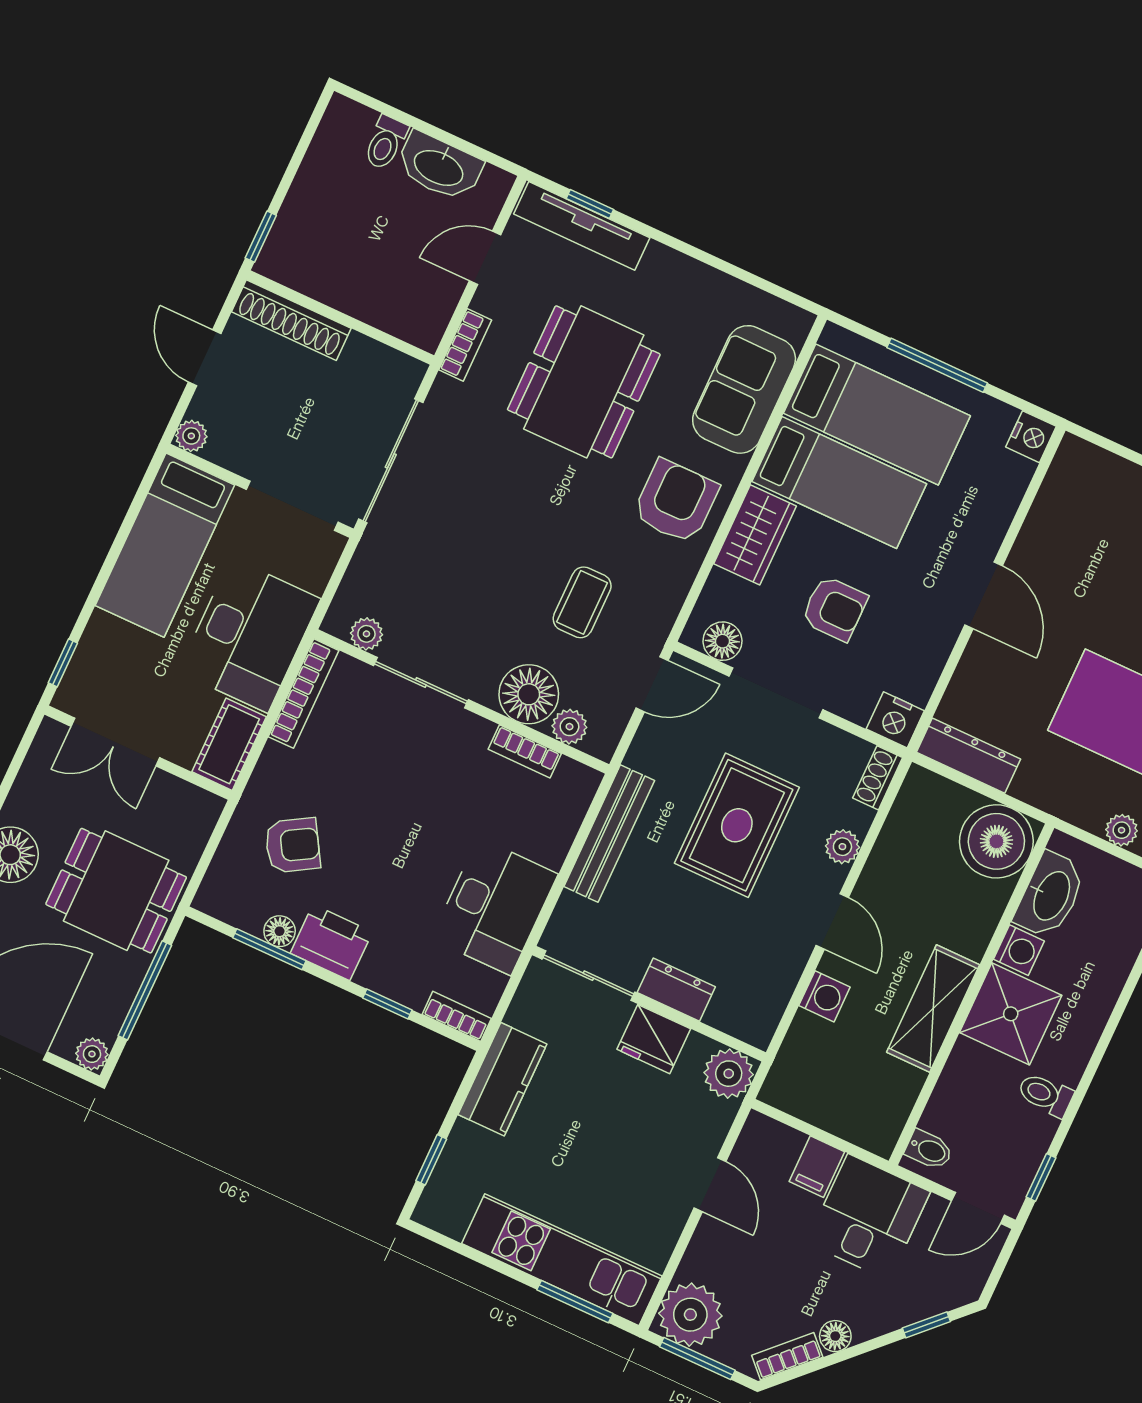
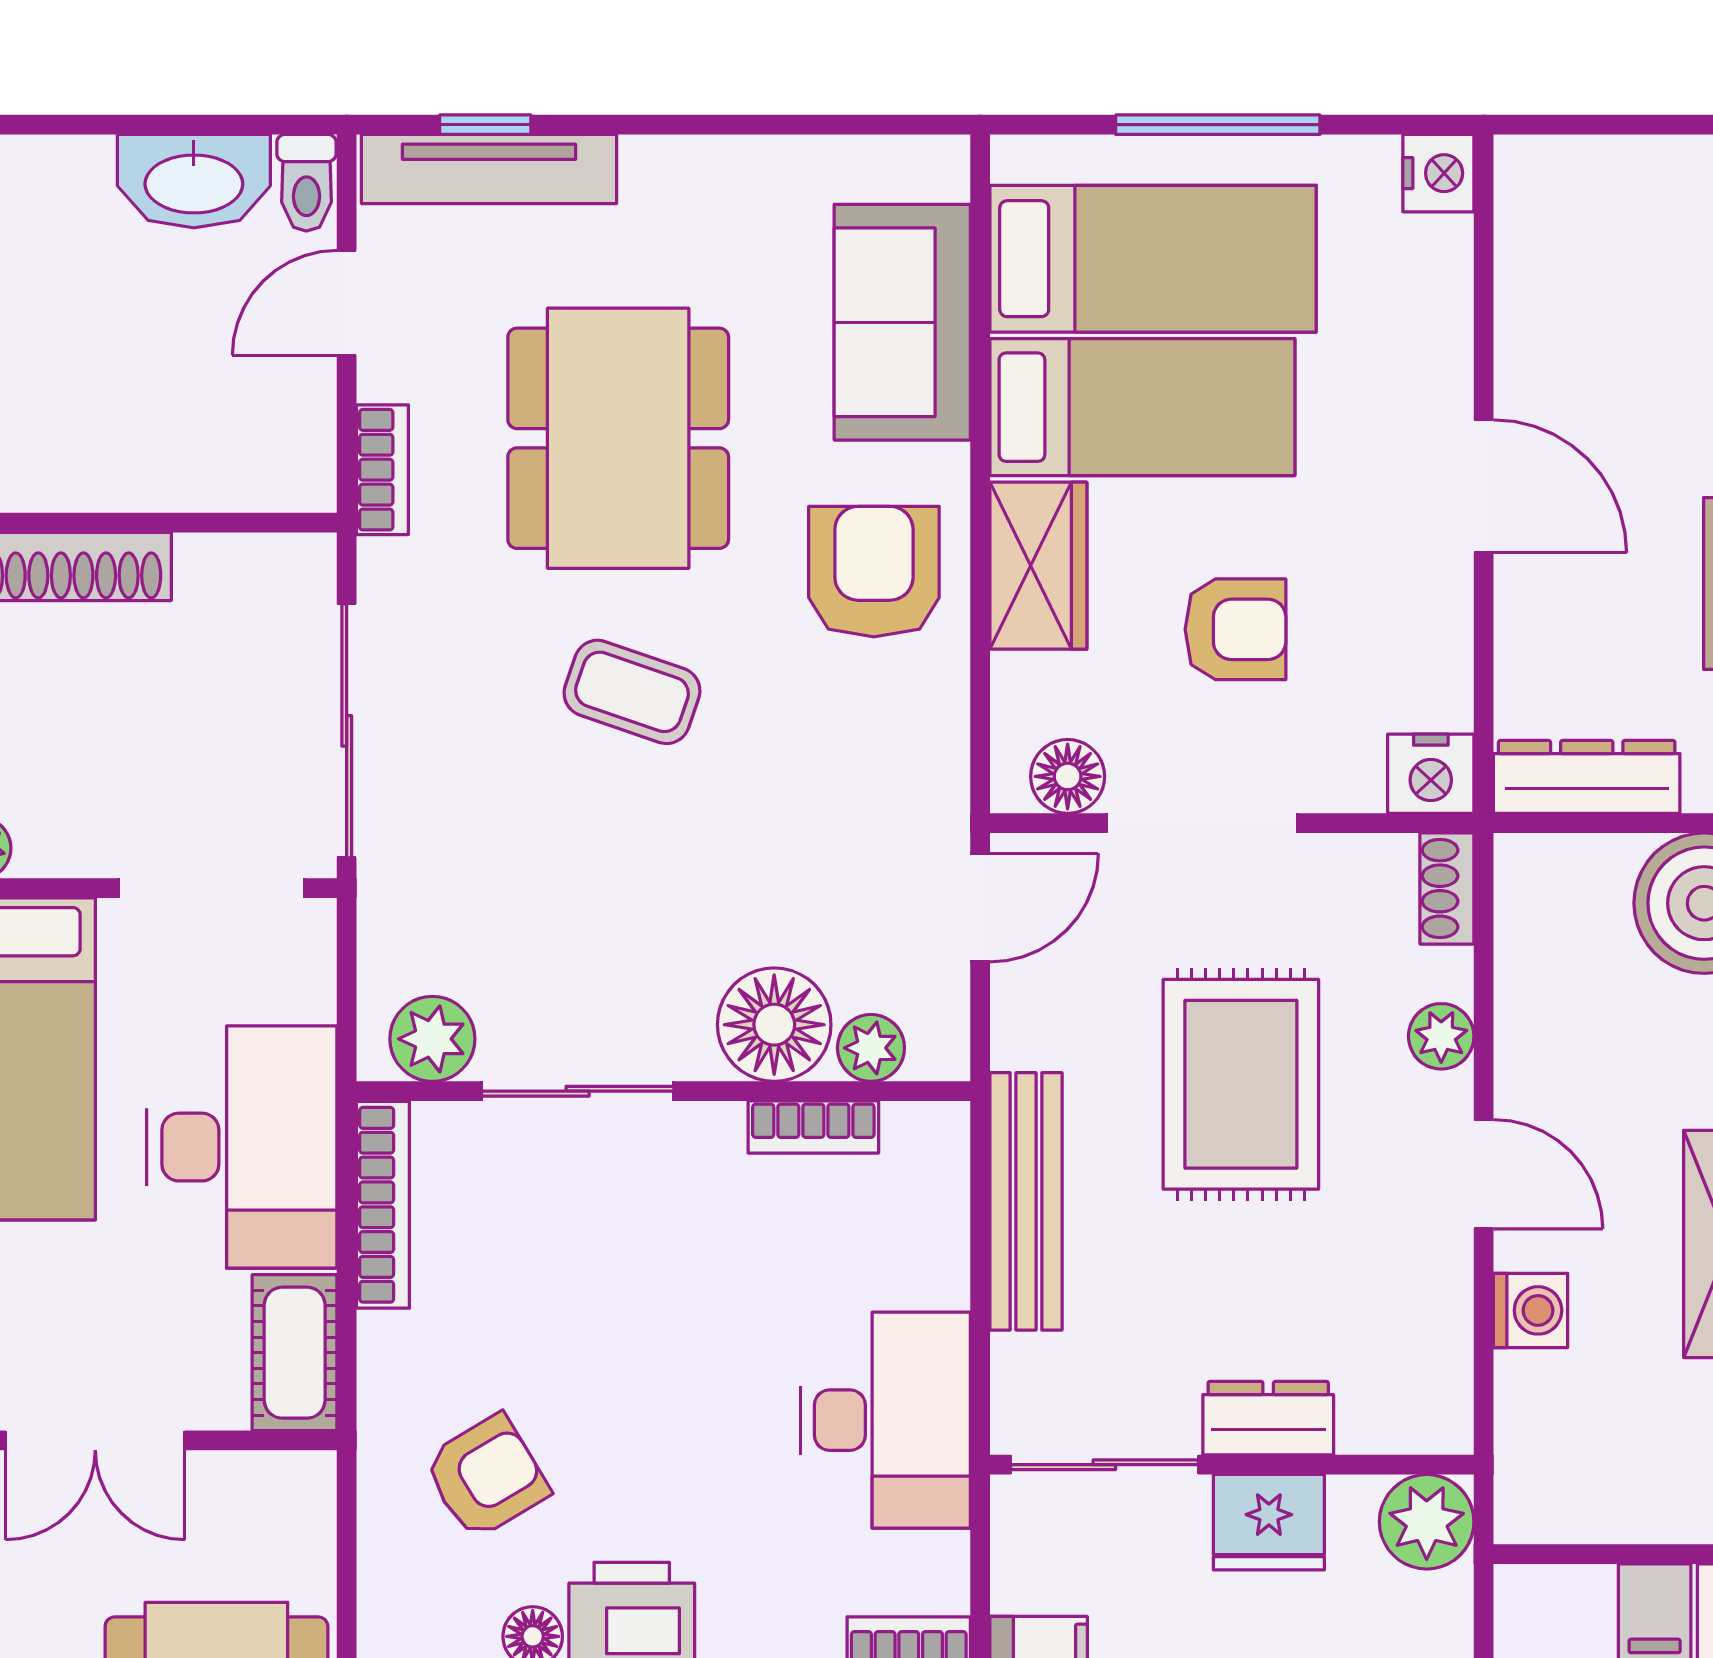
toilet: (385, 143) -> (306, 183), moved
coffee table: (582, 602) -> (632, 692), moved, turned -71
plant: (366, 634) -> (432, 1039), width x1.38, depth x1.38

